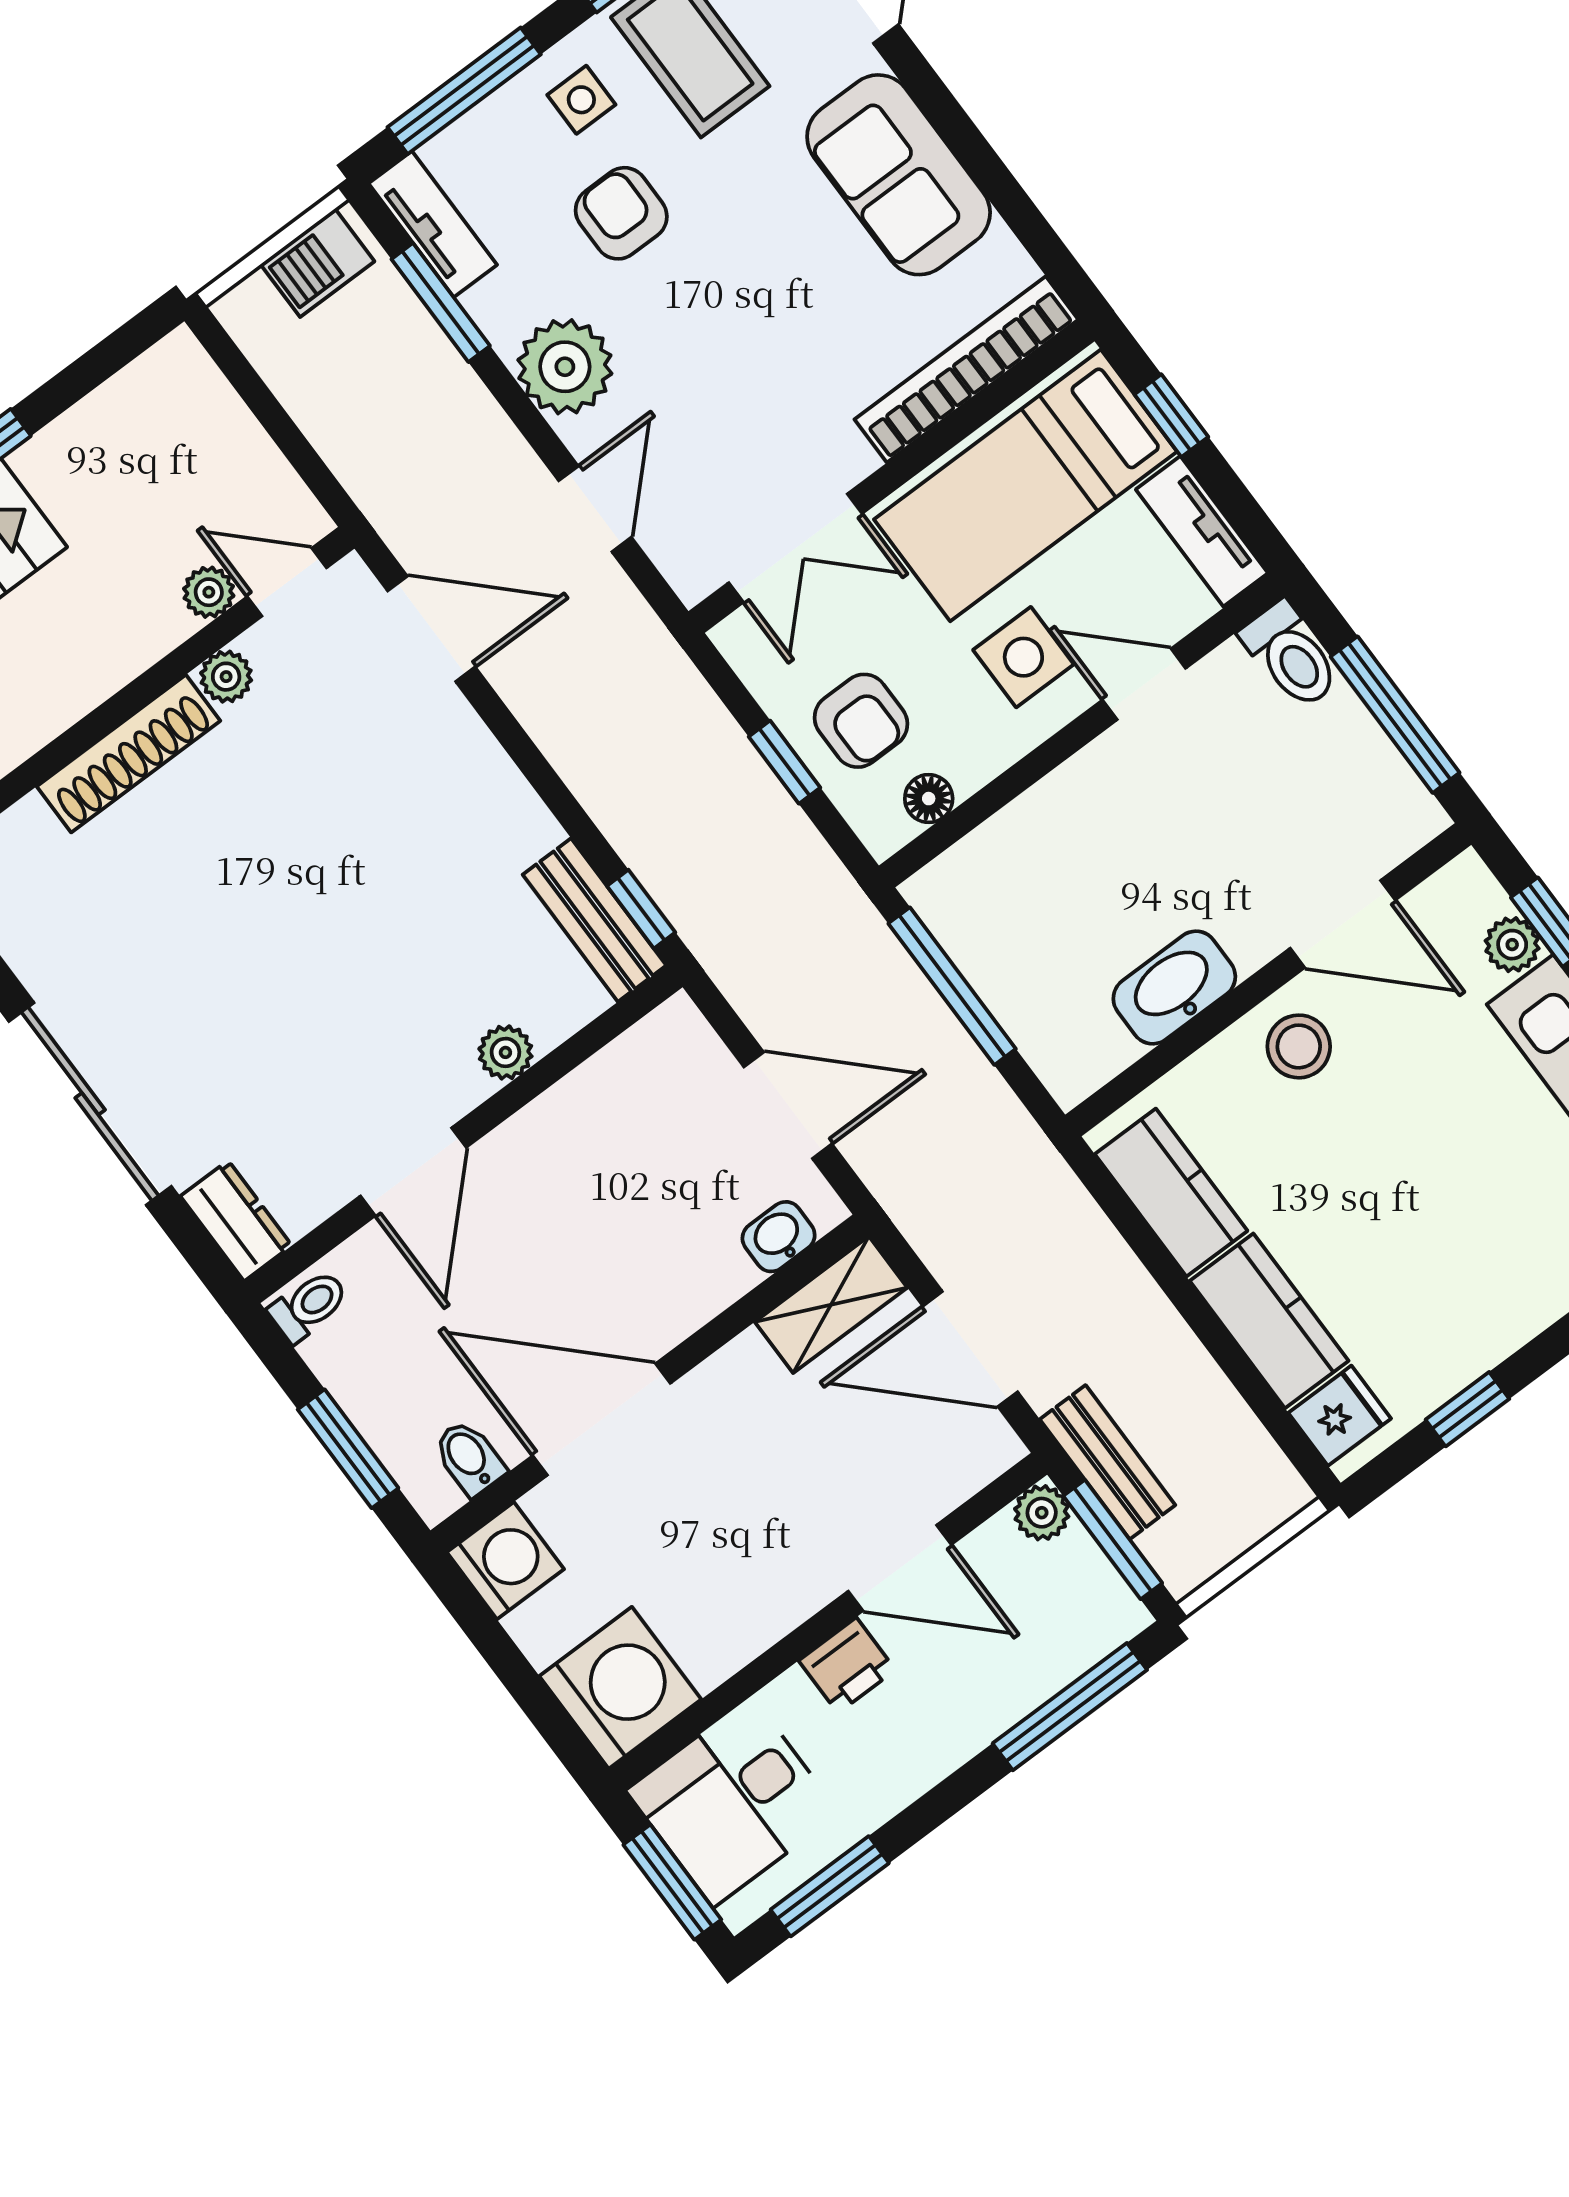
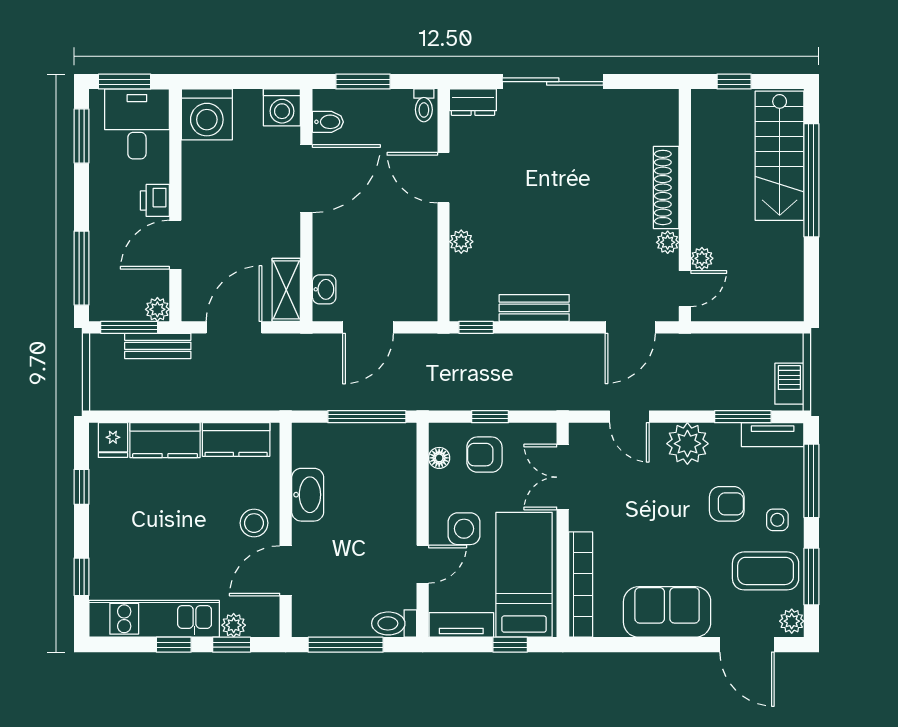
bench: (594, 920) -> (534, 308), moved

